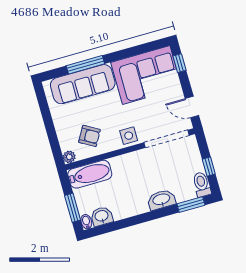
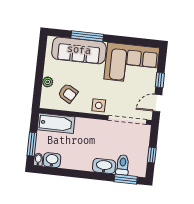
window: (180, 63) -> (160, 80), moved
door: (192, 107) -> (157, 103), hinge flipped
plant: (69, 157) -> (48, 82), moved
toilet: (202, 184) -> (123, 165), moved

